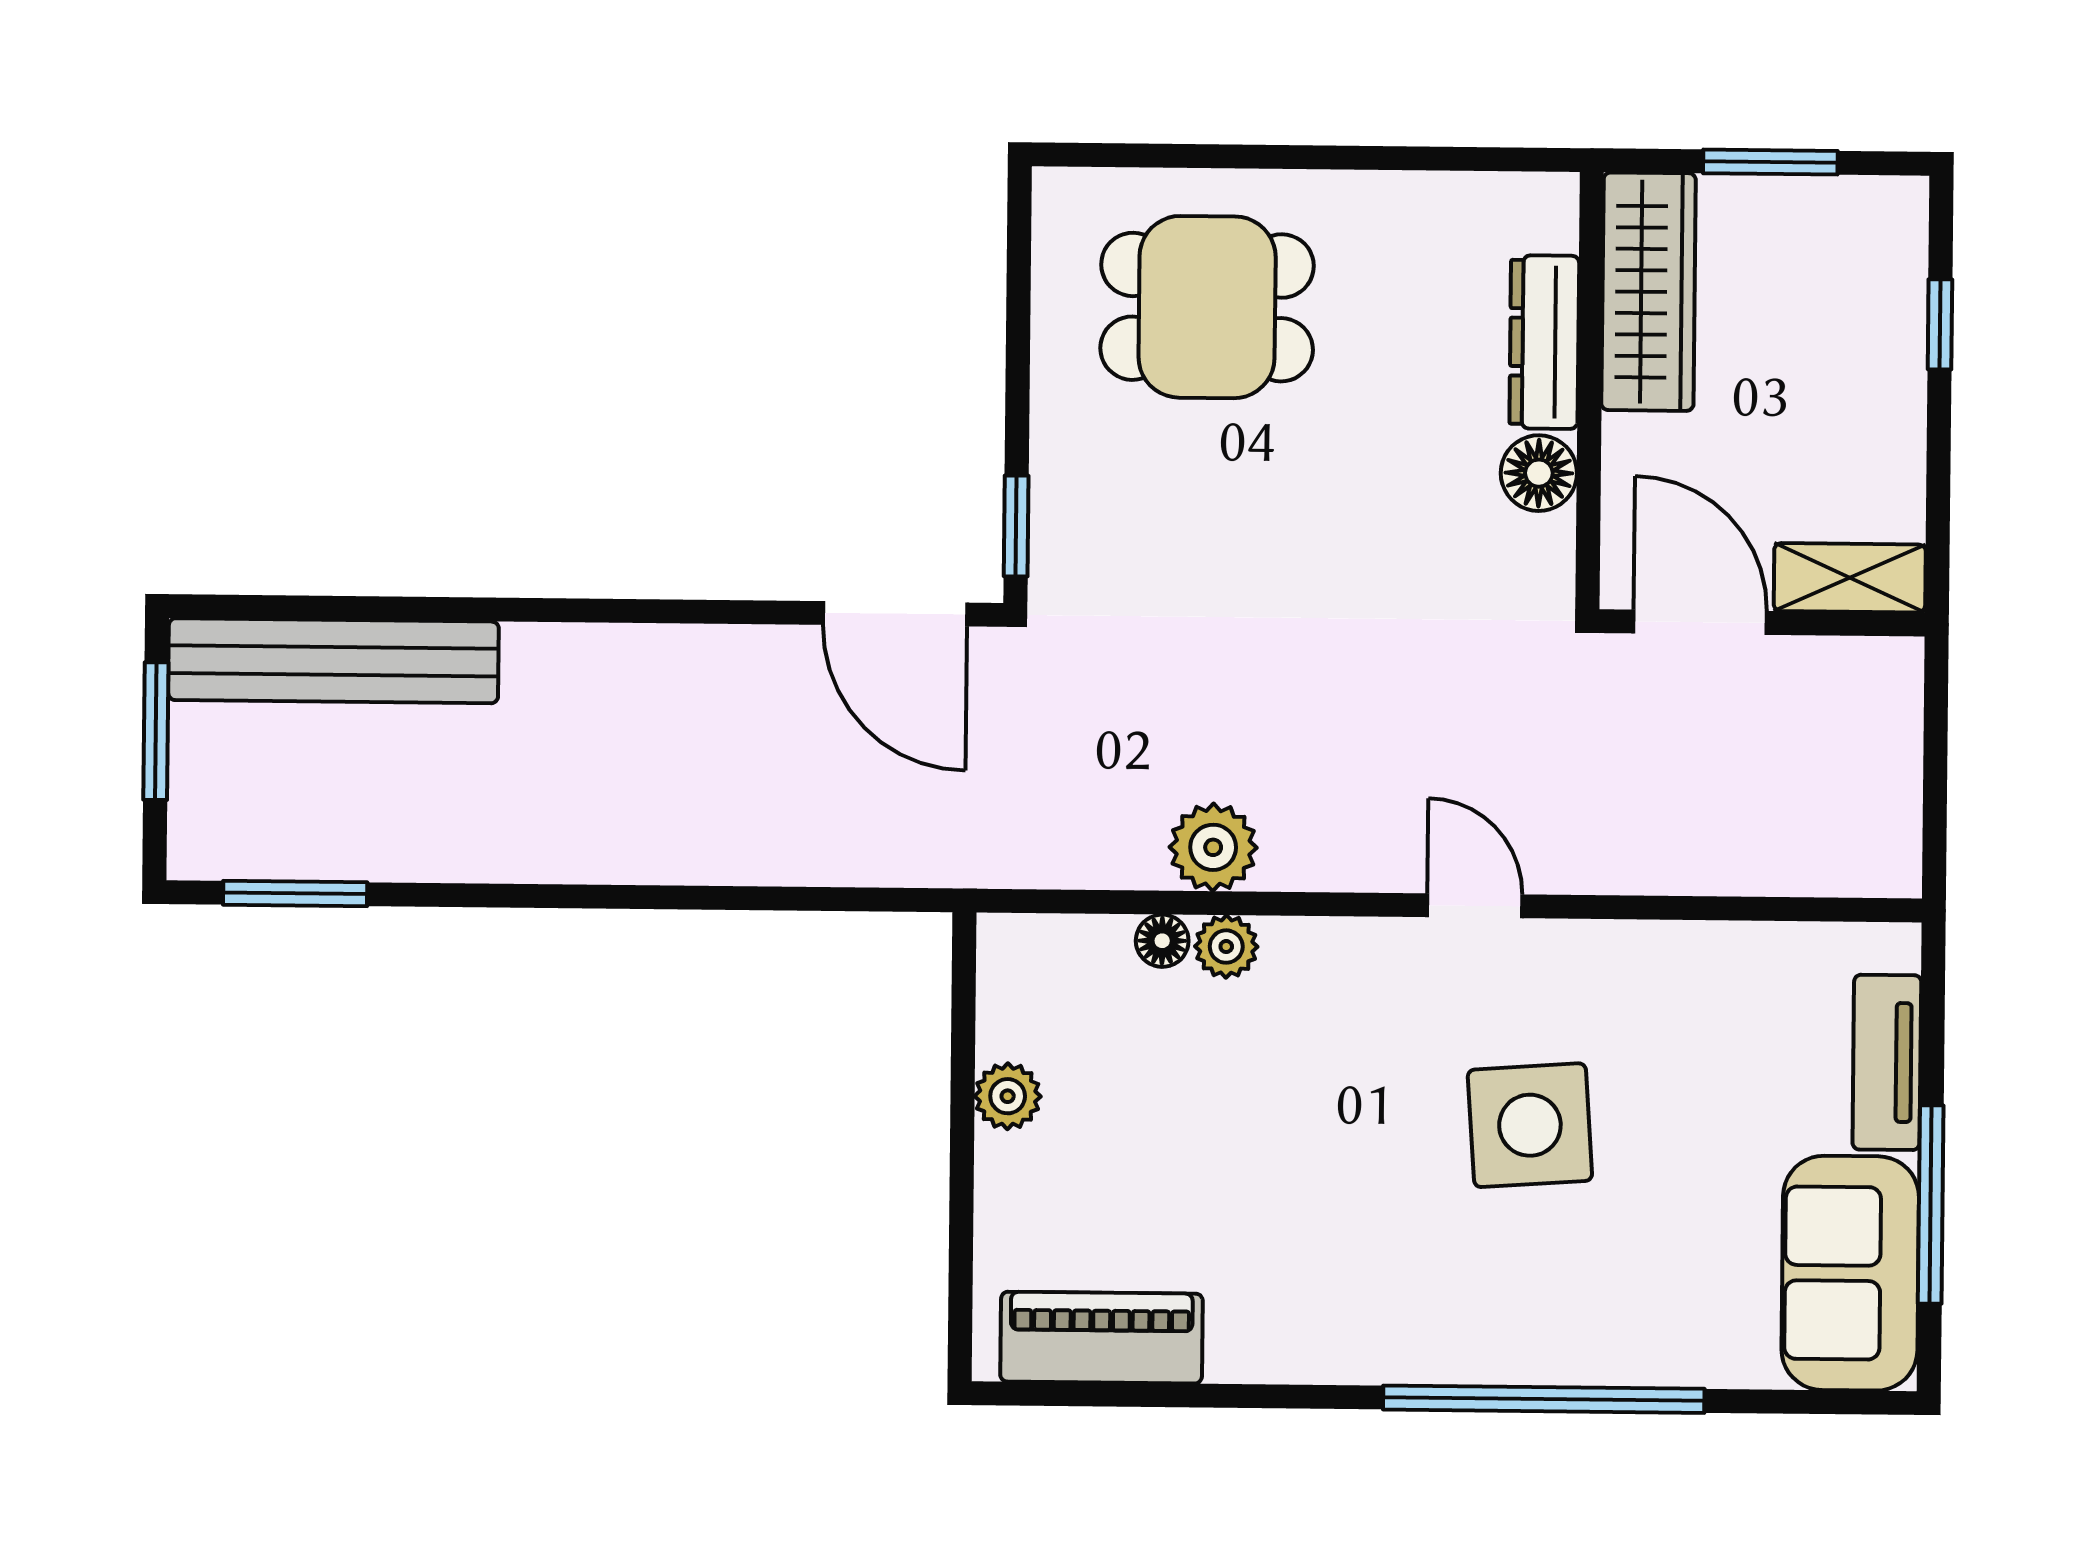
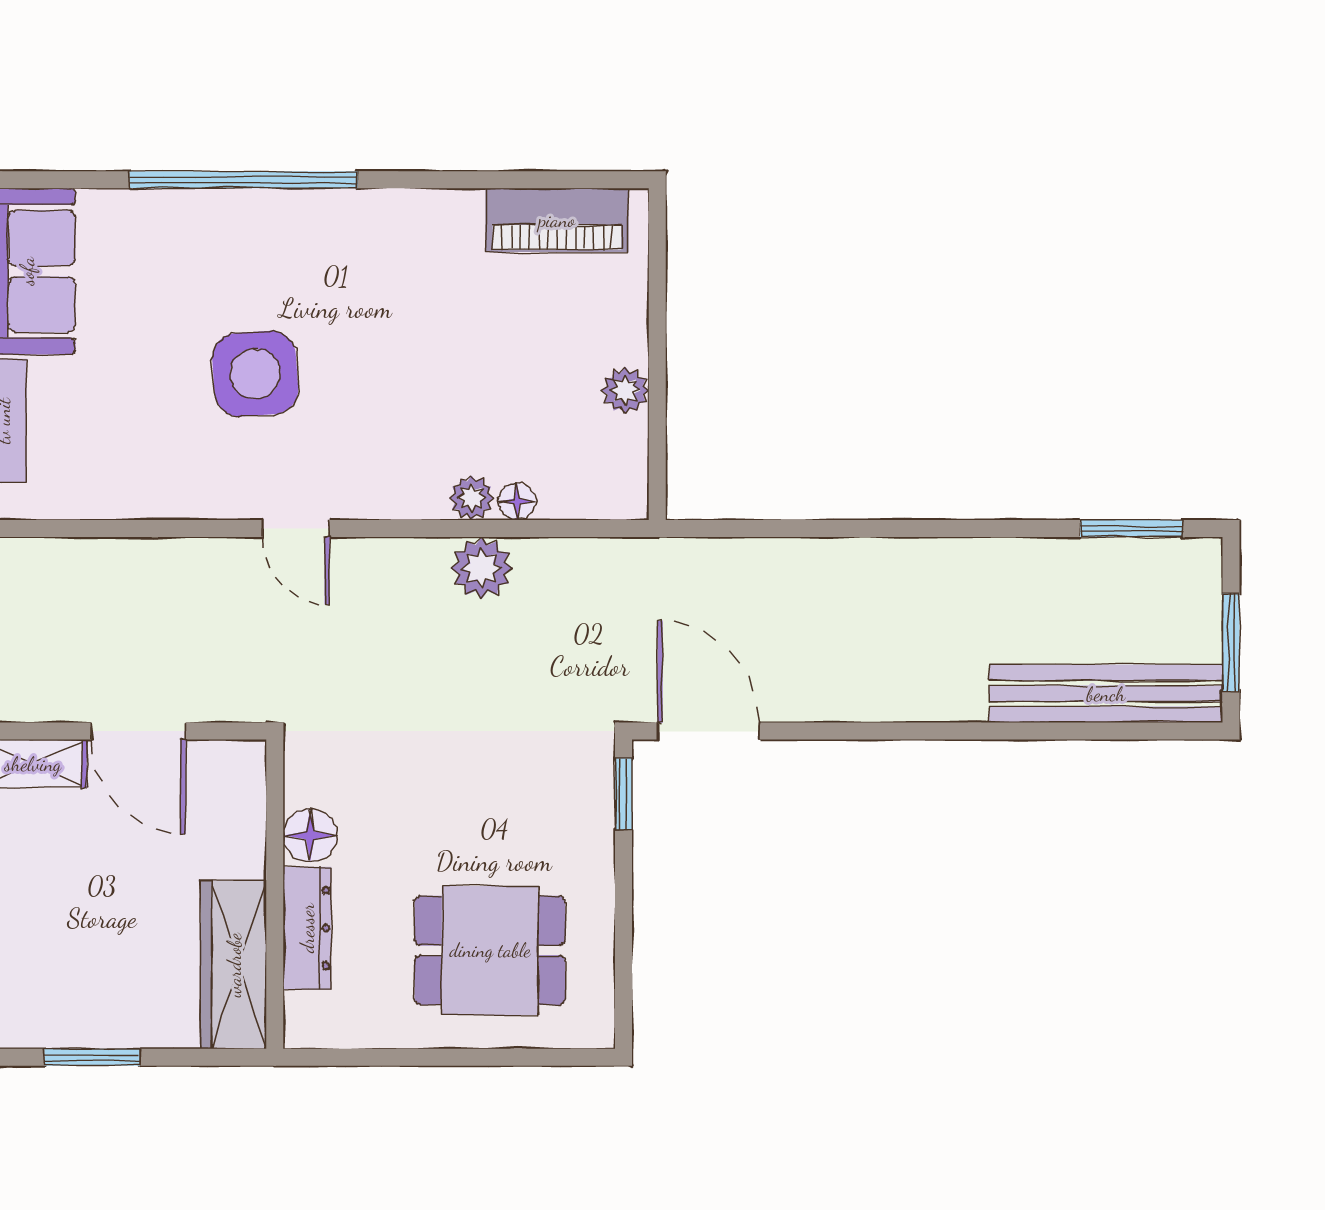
wardrobe: (1649, 292) -> (234, 965), moved
dresser: (1544, 342) -> (307, 928), moved
wall: (1590, 391) -> (275, 894), moved
floor lamp: (1539, 473) -> (310, 835), moved

